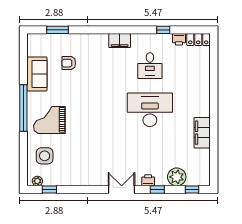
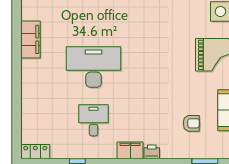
printer: (179, 39) -> (152, 152), moved
desk: (150, 110) -> (94, 67), turned 180

